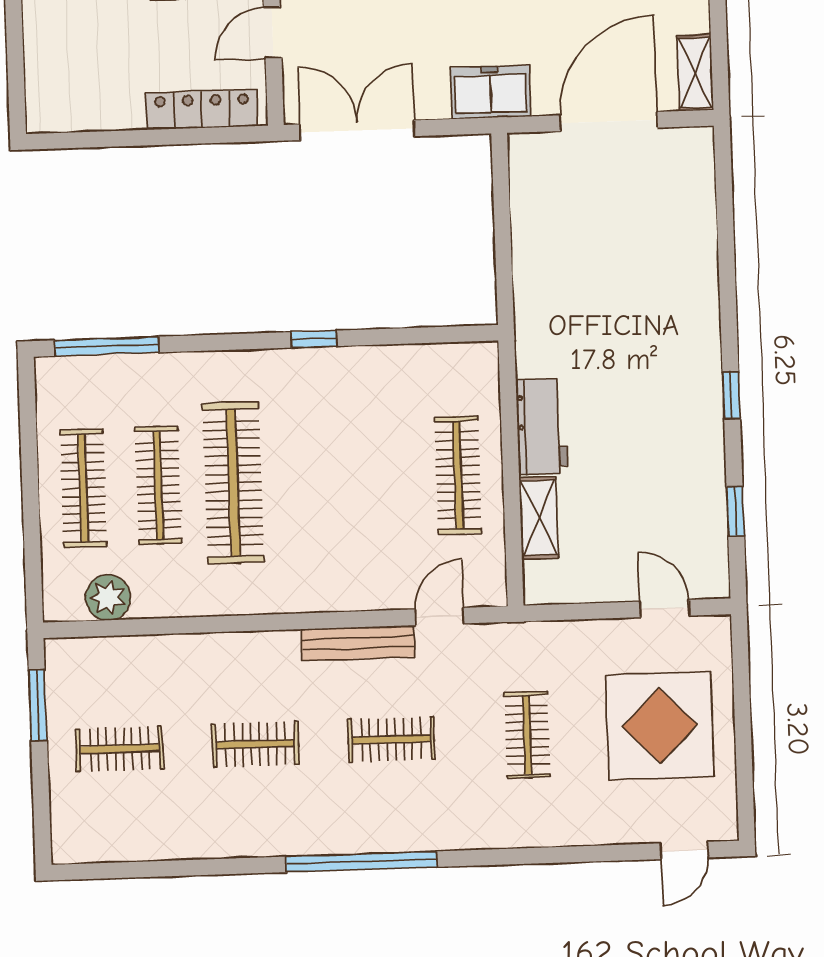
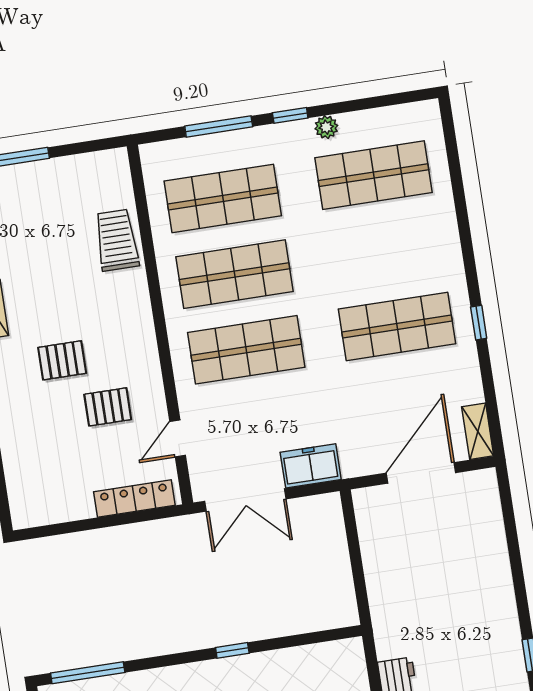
freezer: (490, 92) -> (311, 466), moved
double door: (357, 130) -> (245, 500), swing flipped

